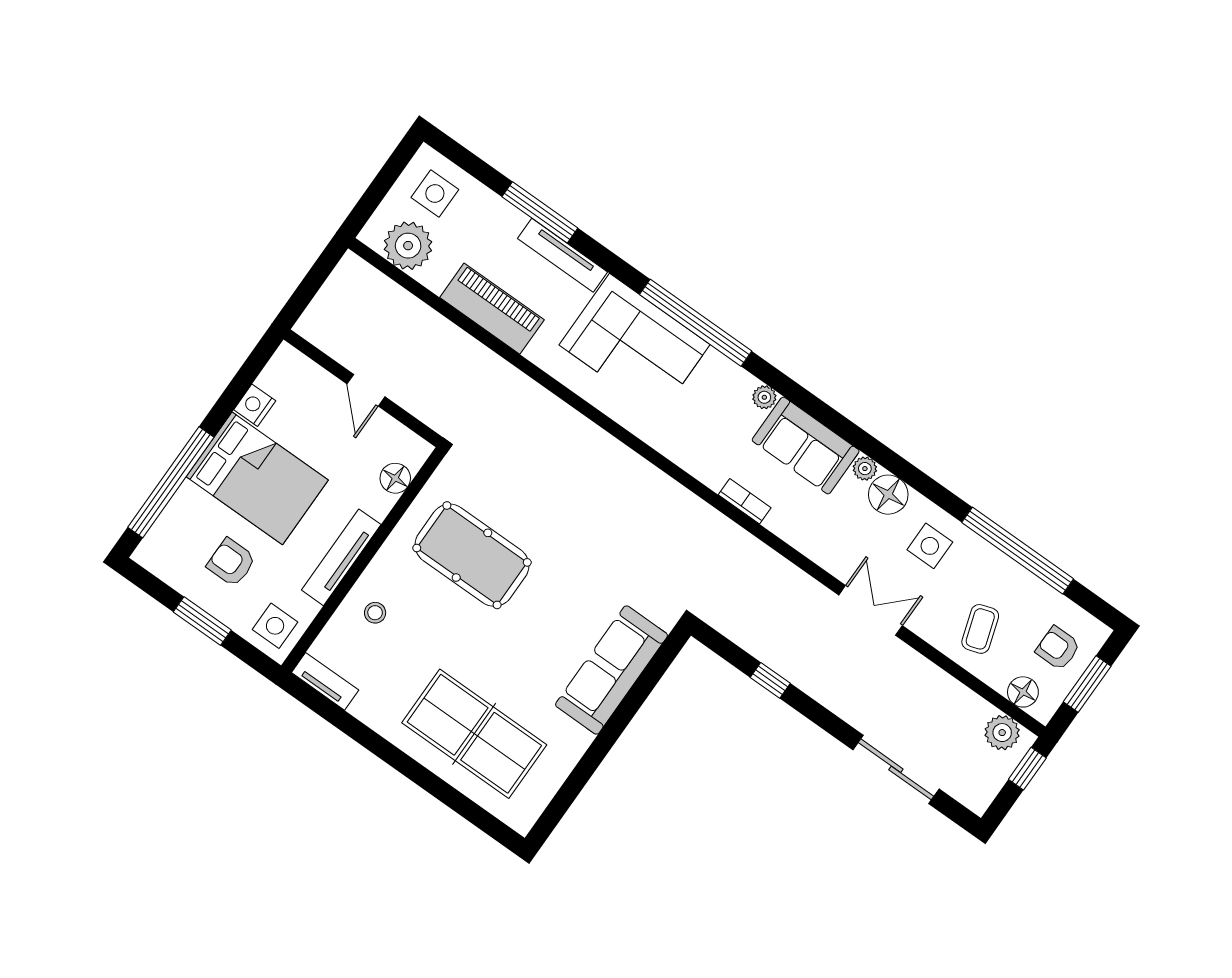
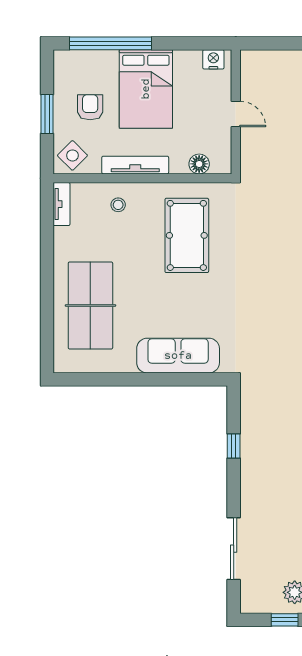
door: (366, 390) -> (236, 114), swing flipped
nightstand: (255, 405) -> (213, 59), moved
side table: (275, 626) -> (72, 155), turned 45

